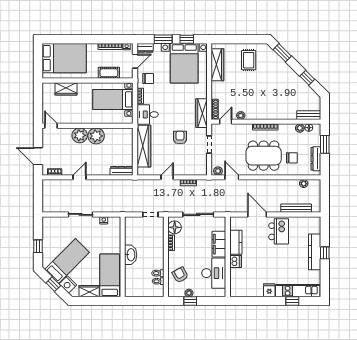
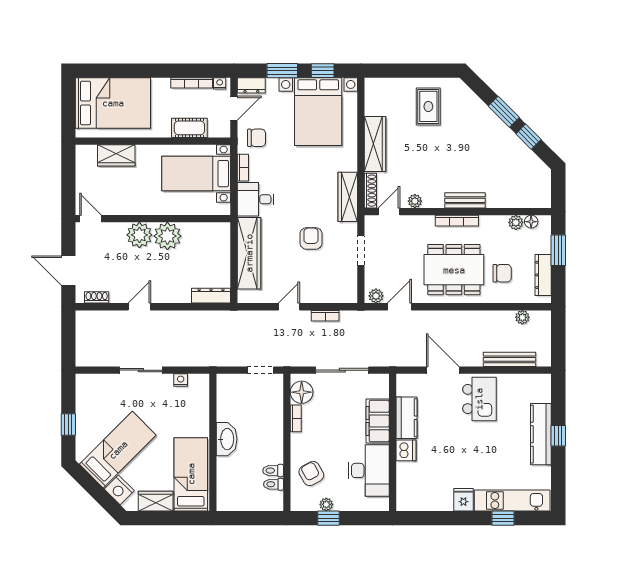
window: (282, 53) -> (504, 112), moved
wardrobe: (217, 65) -> (375, 144), moved
bench: (309, 115) -> (465, 200), moved
door: (232, 177) -> (399, 307), hinge flipped
window: (53, 284) -> (94, 489), removed

